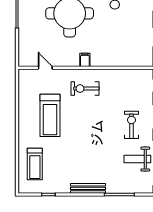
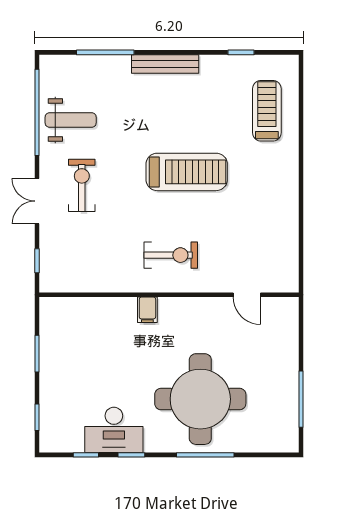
filing cabinet: (85, 60) -> (147, 310), moved
treadmill: (50, 115) -> (187, 172), moved, turned 90
exercise bike: (131, 125) -> (82, 185), turned 180

